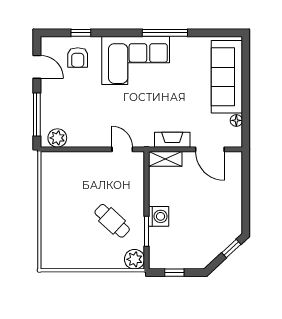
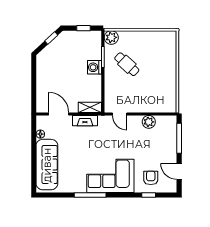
plant: (57, 138) -> (149, 122), moved
window: (231, 249) -> (51, 38), moved

